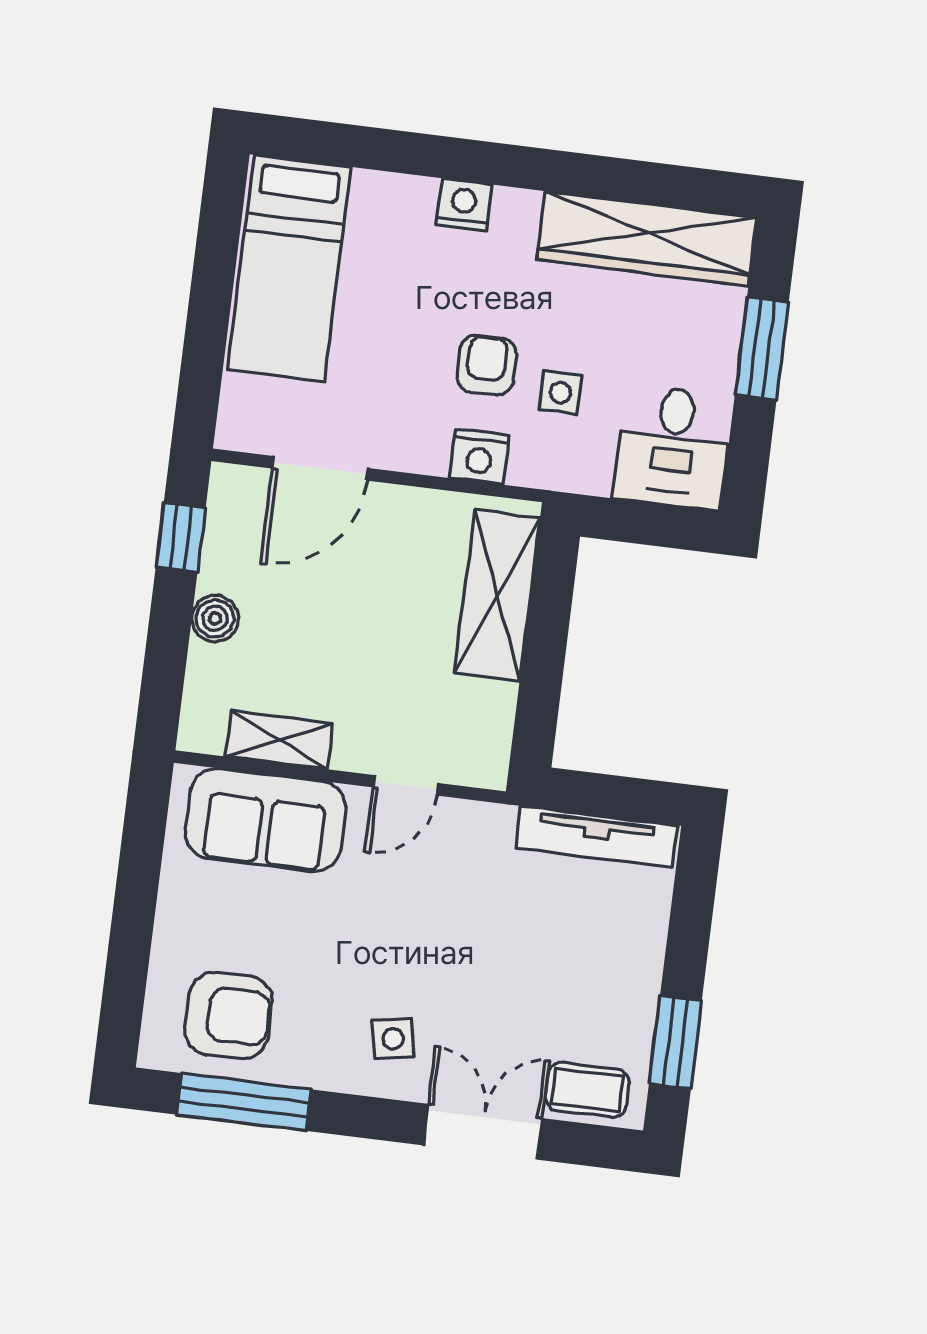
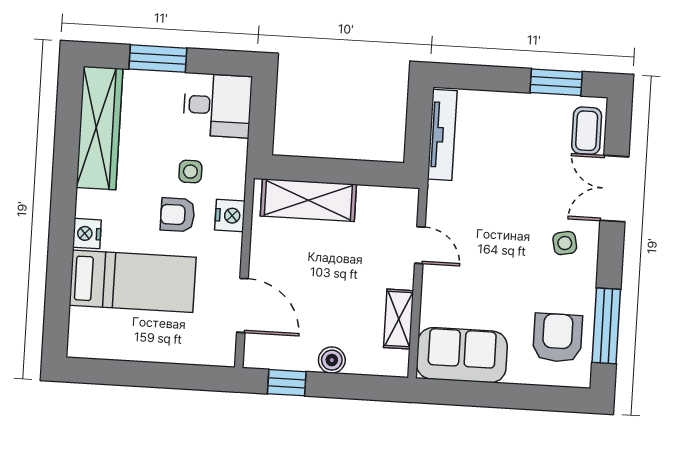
bed: (289, 268) -> (133, 281), moved
sofa: (266, 820) -> (462, 355), moved, turned -90

